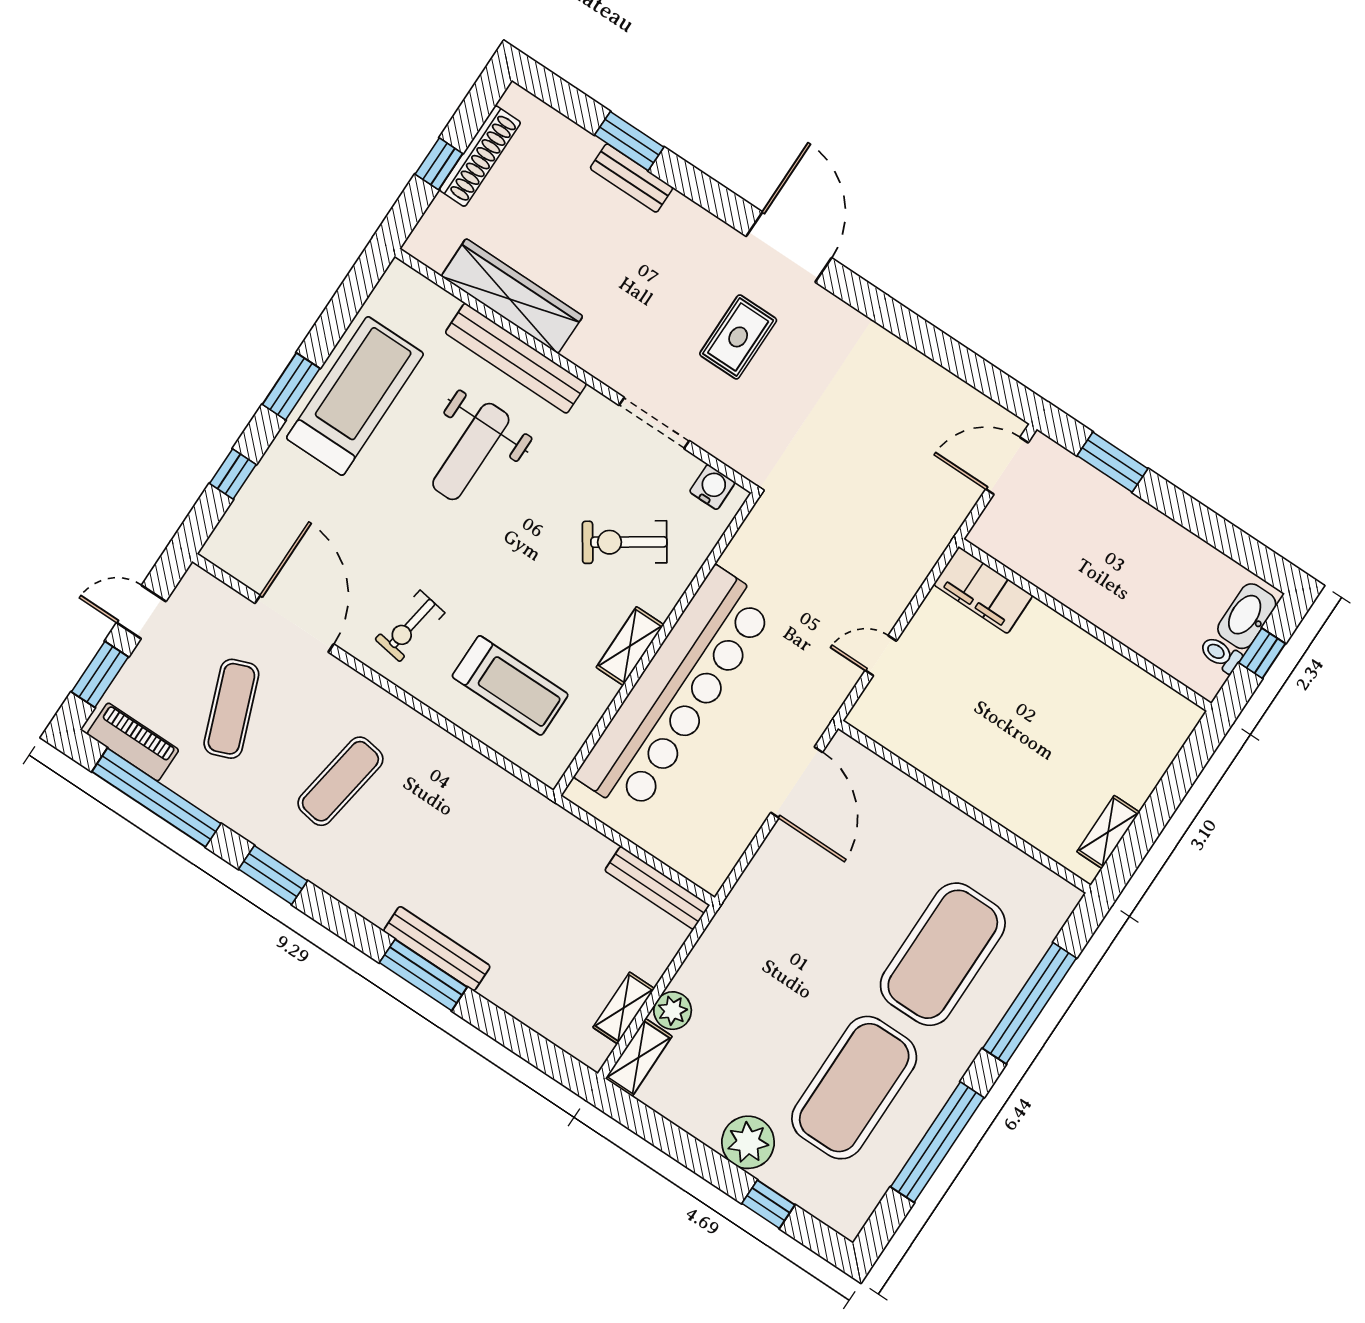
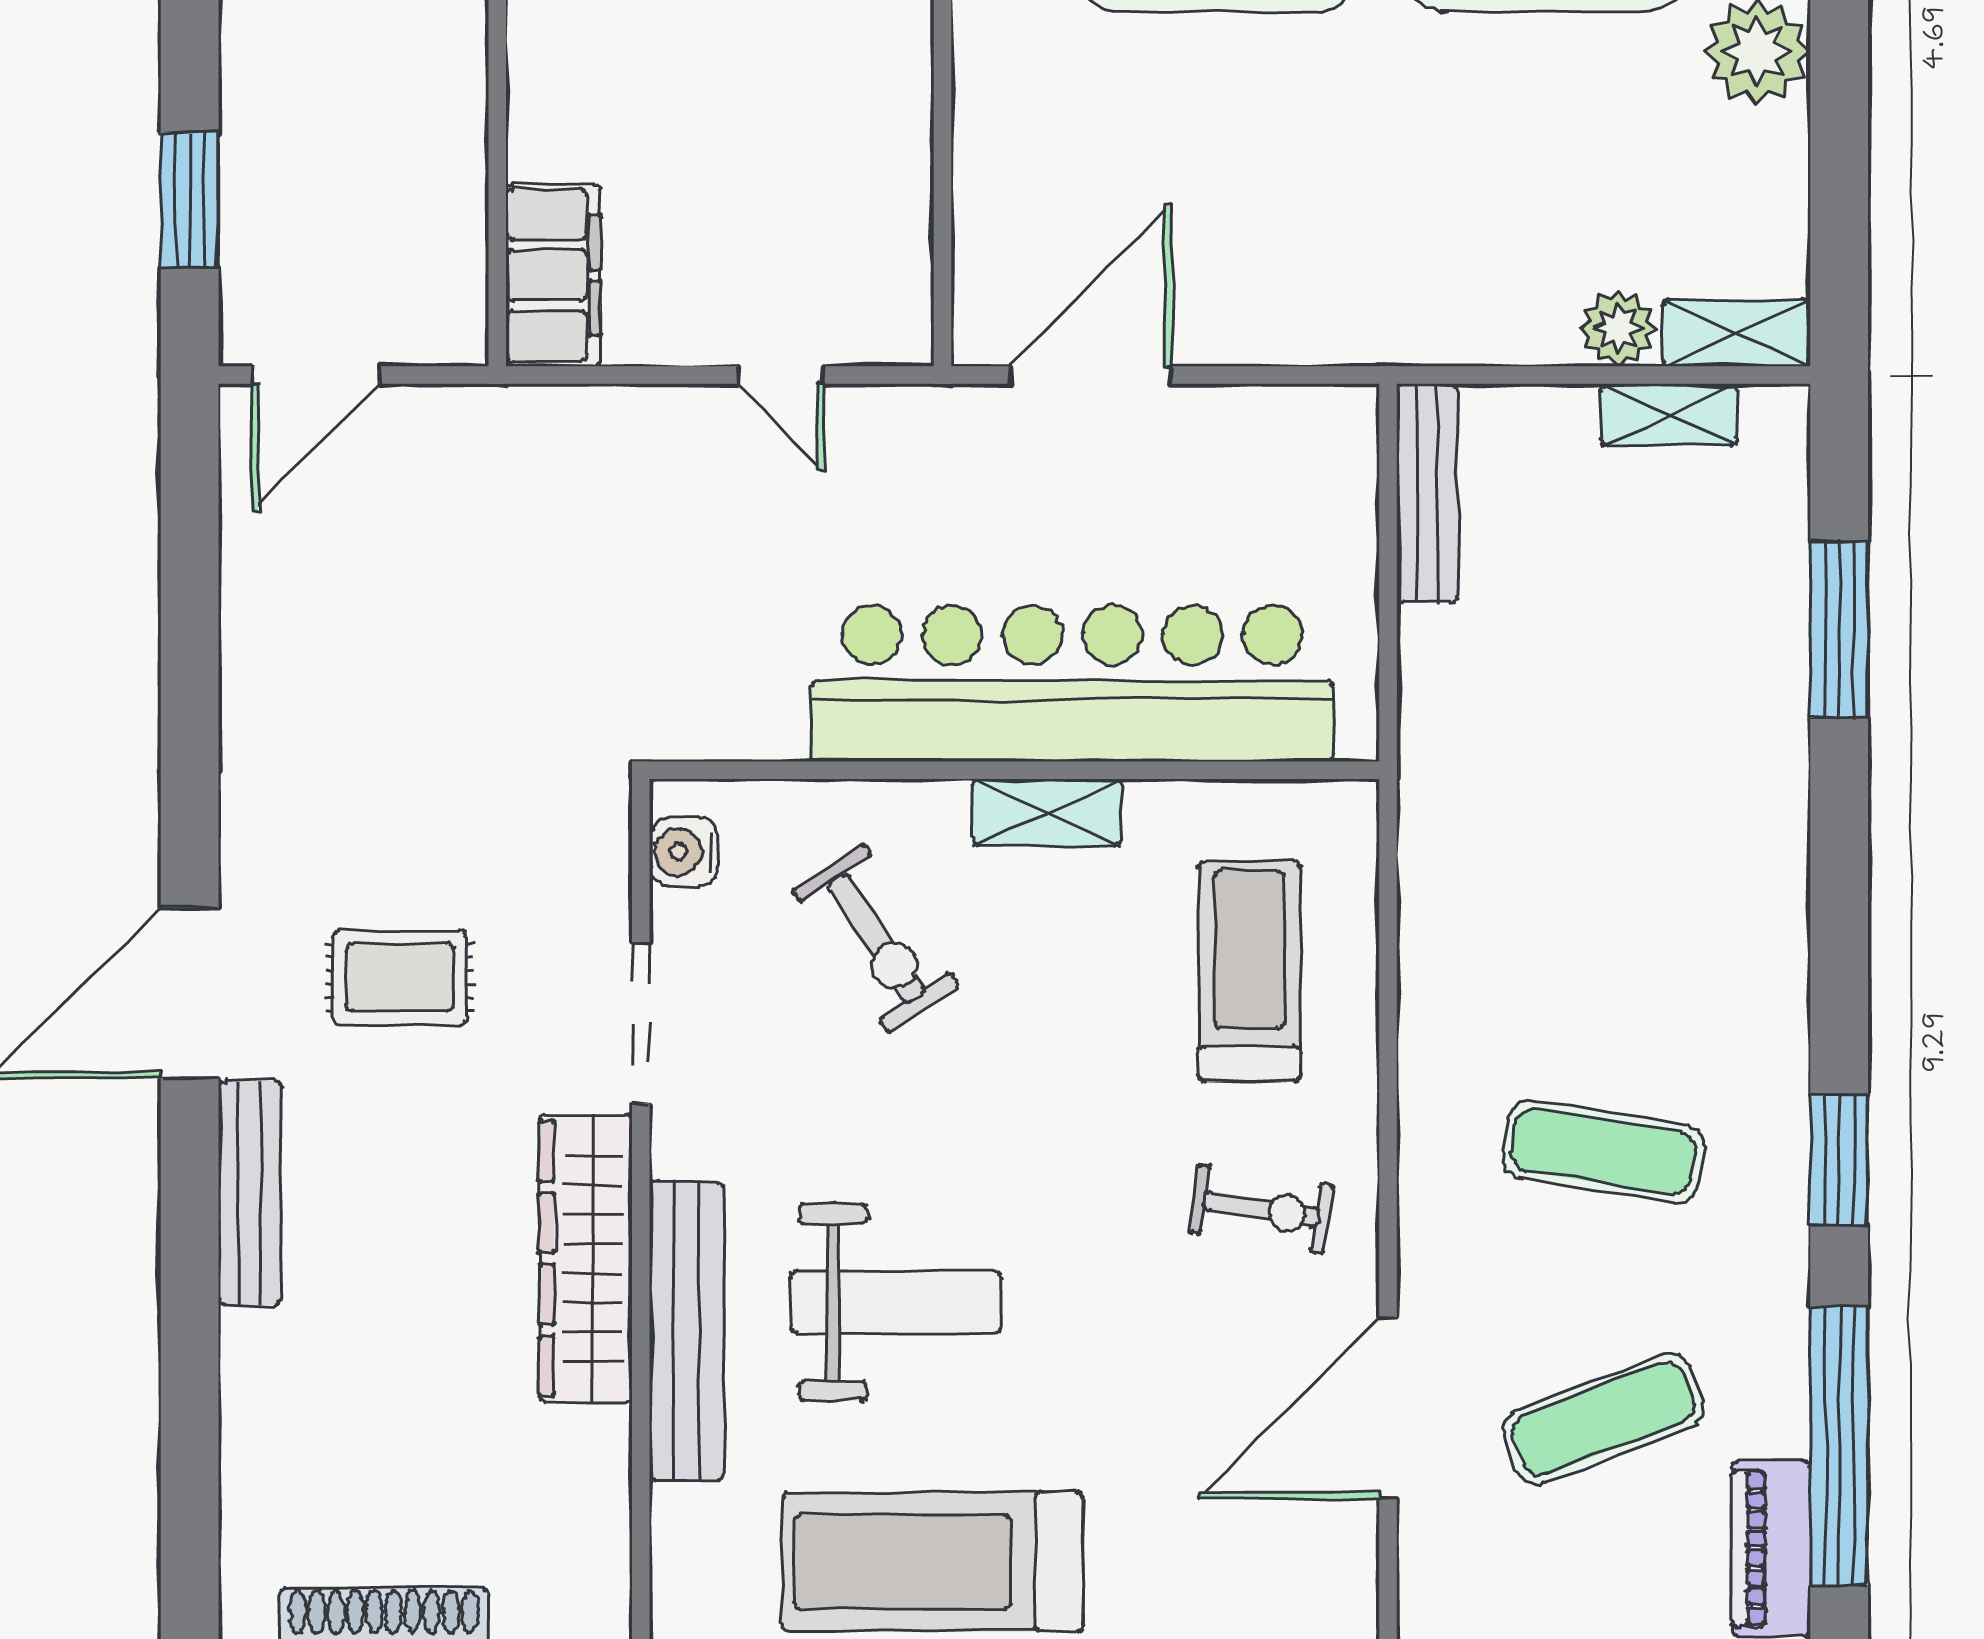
window: (629, 141) -> (190, 1384), removed
bench: (632, 178) -> (250, 1193), moved, width x1.36
wardrobe: (512, 296) -> (586, 1259), moved
door: (1007, 466) -> (315, 375), hinge flipped
bench: (437, 949) -> (1779, 799), removed
window: (423, 975) -> (1839, 630), moved

